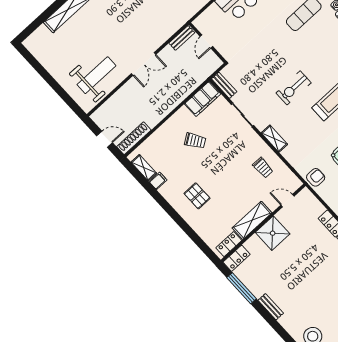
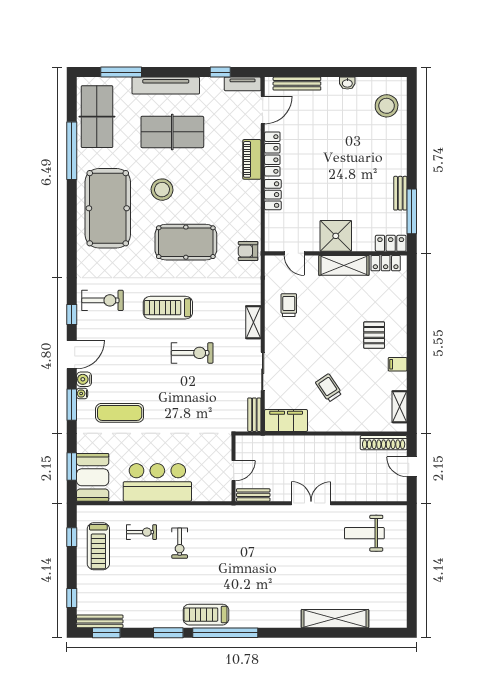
weight bench: (96, 75) -> (364, 533), width x0.73, depth x0.75
filing cabinet: (158, 181) -> (398, 364), moved
bench: (271, 307) -> (400, 193), moved

